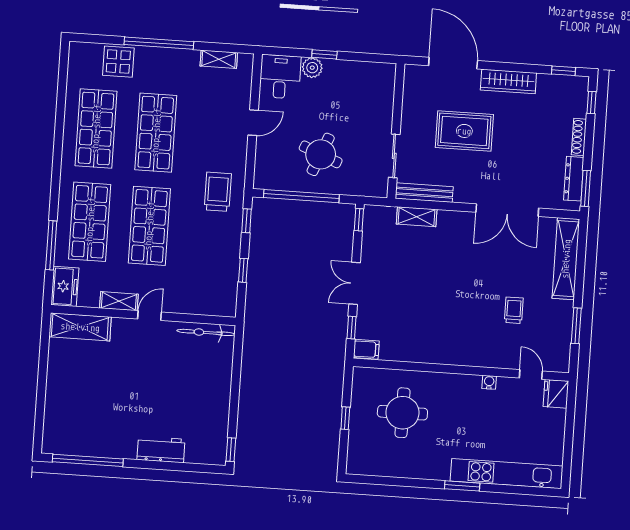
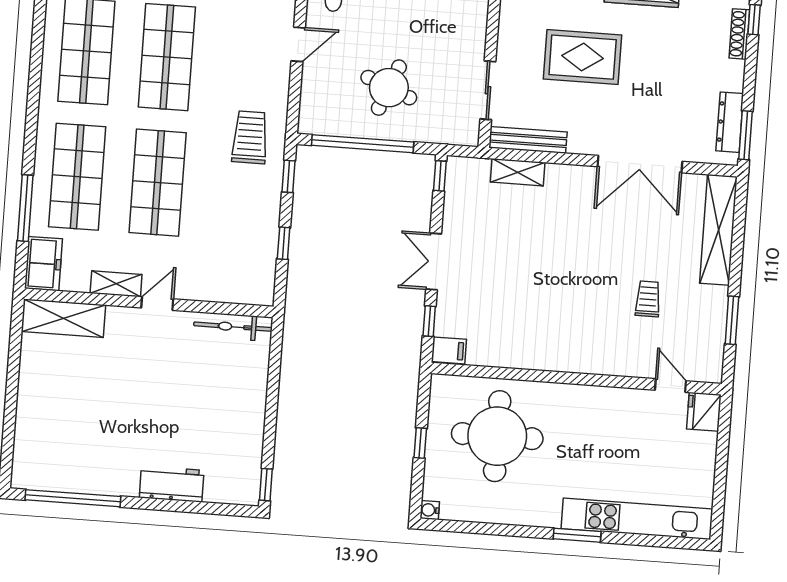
shoe rack: (579, 137) -> (739, 34), moved
water cooler: (489, 382) -> (430, 510), moved, turned -90
round table: (402, 413) -> (497, 436), width x1.36, depth x1.36

